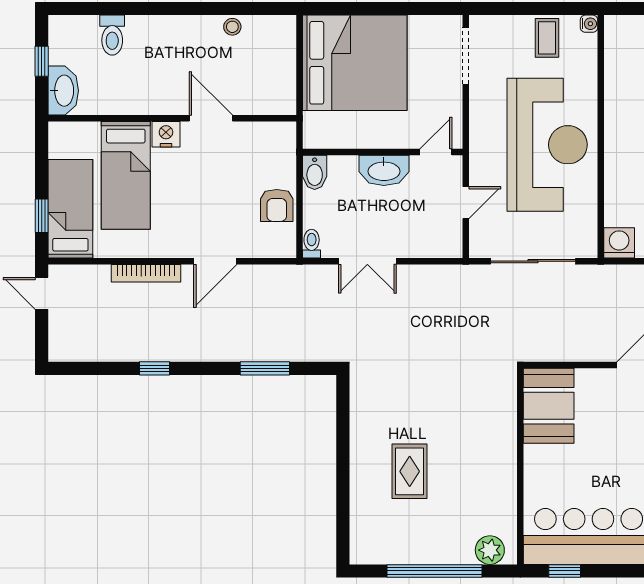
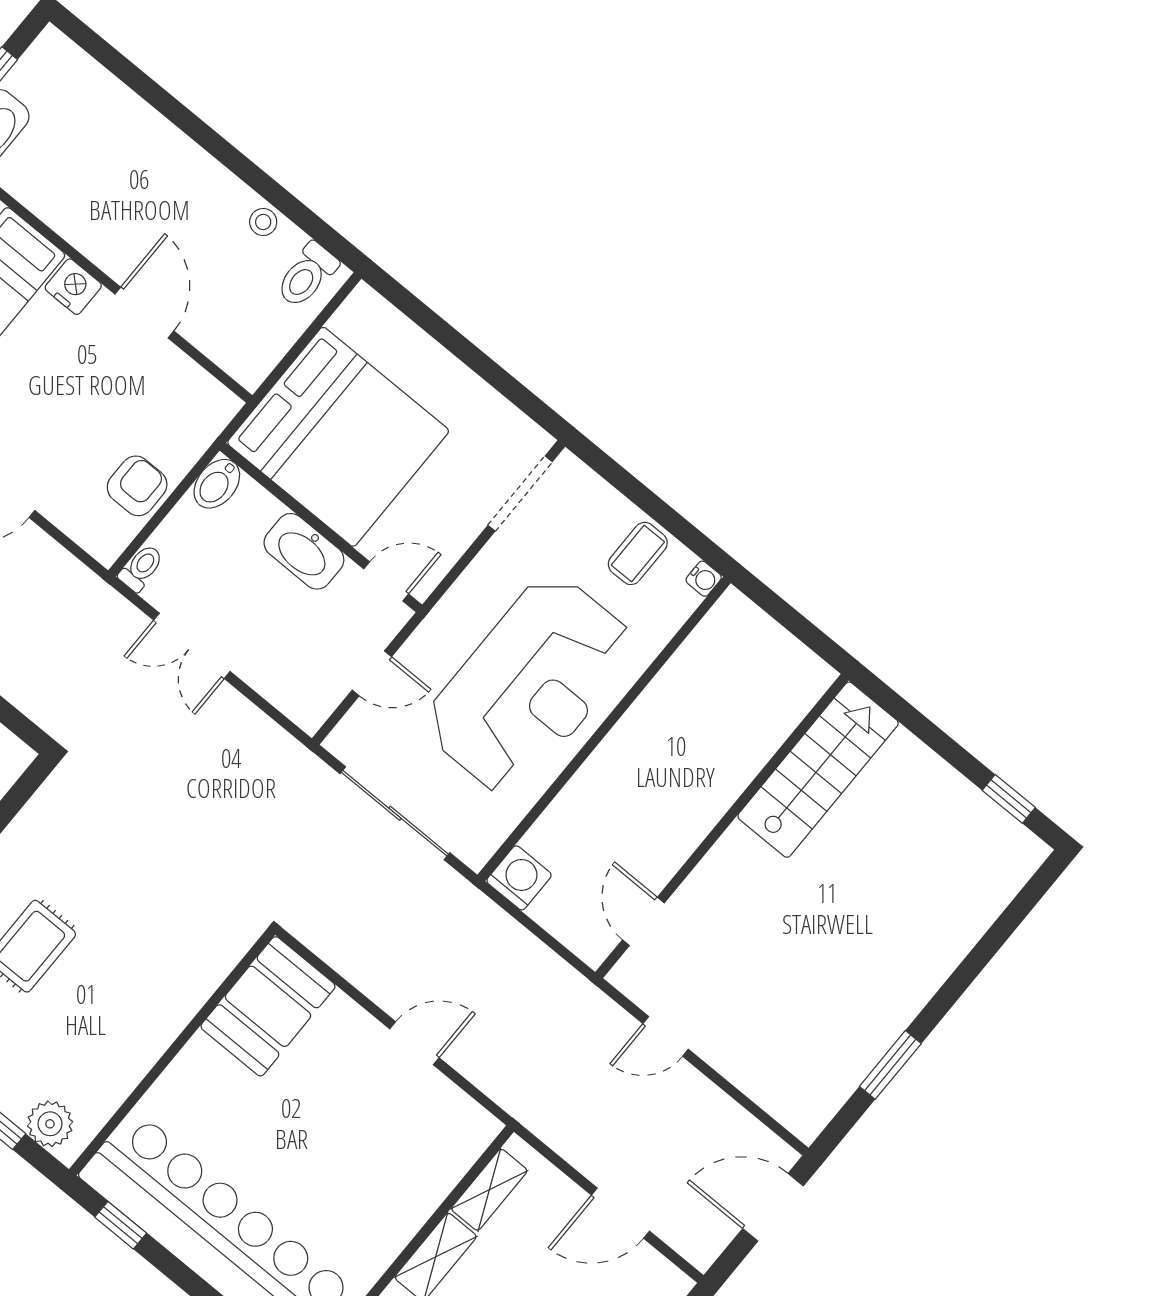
toilet: (112, 35) -> (307, 275), moved
bed: (355, 63) -> (338, 437), moved
armchair: (277, 205) -> (137, 486), turned 180

